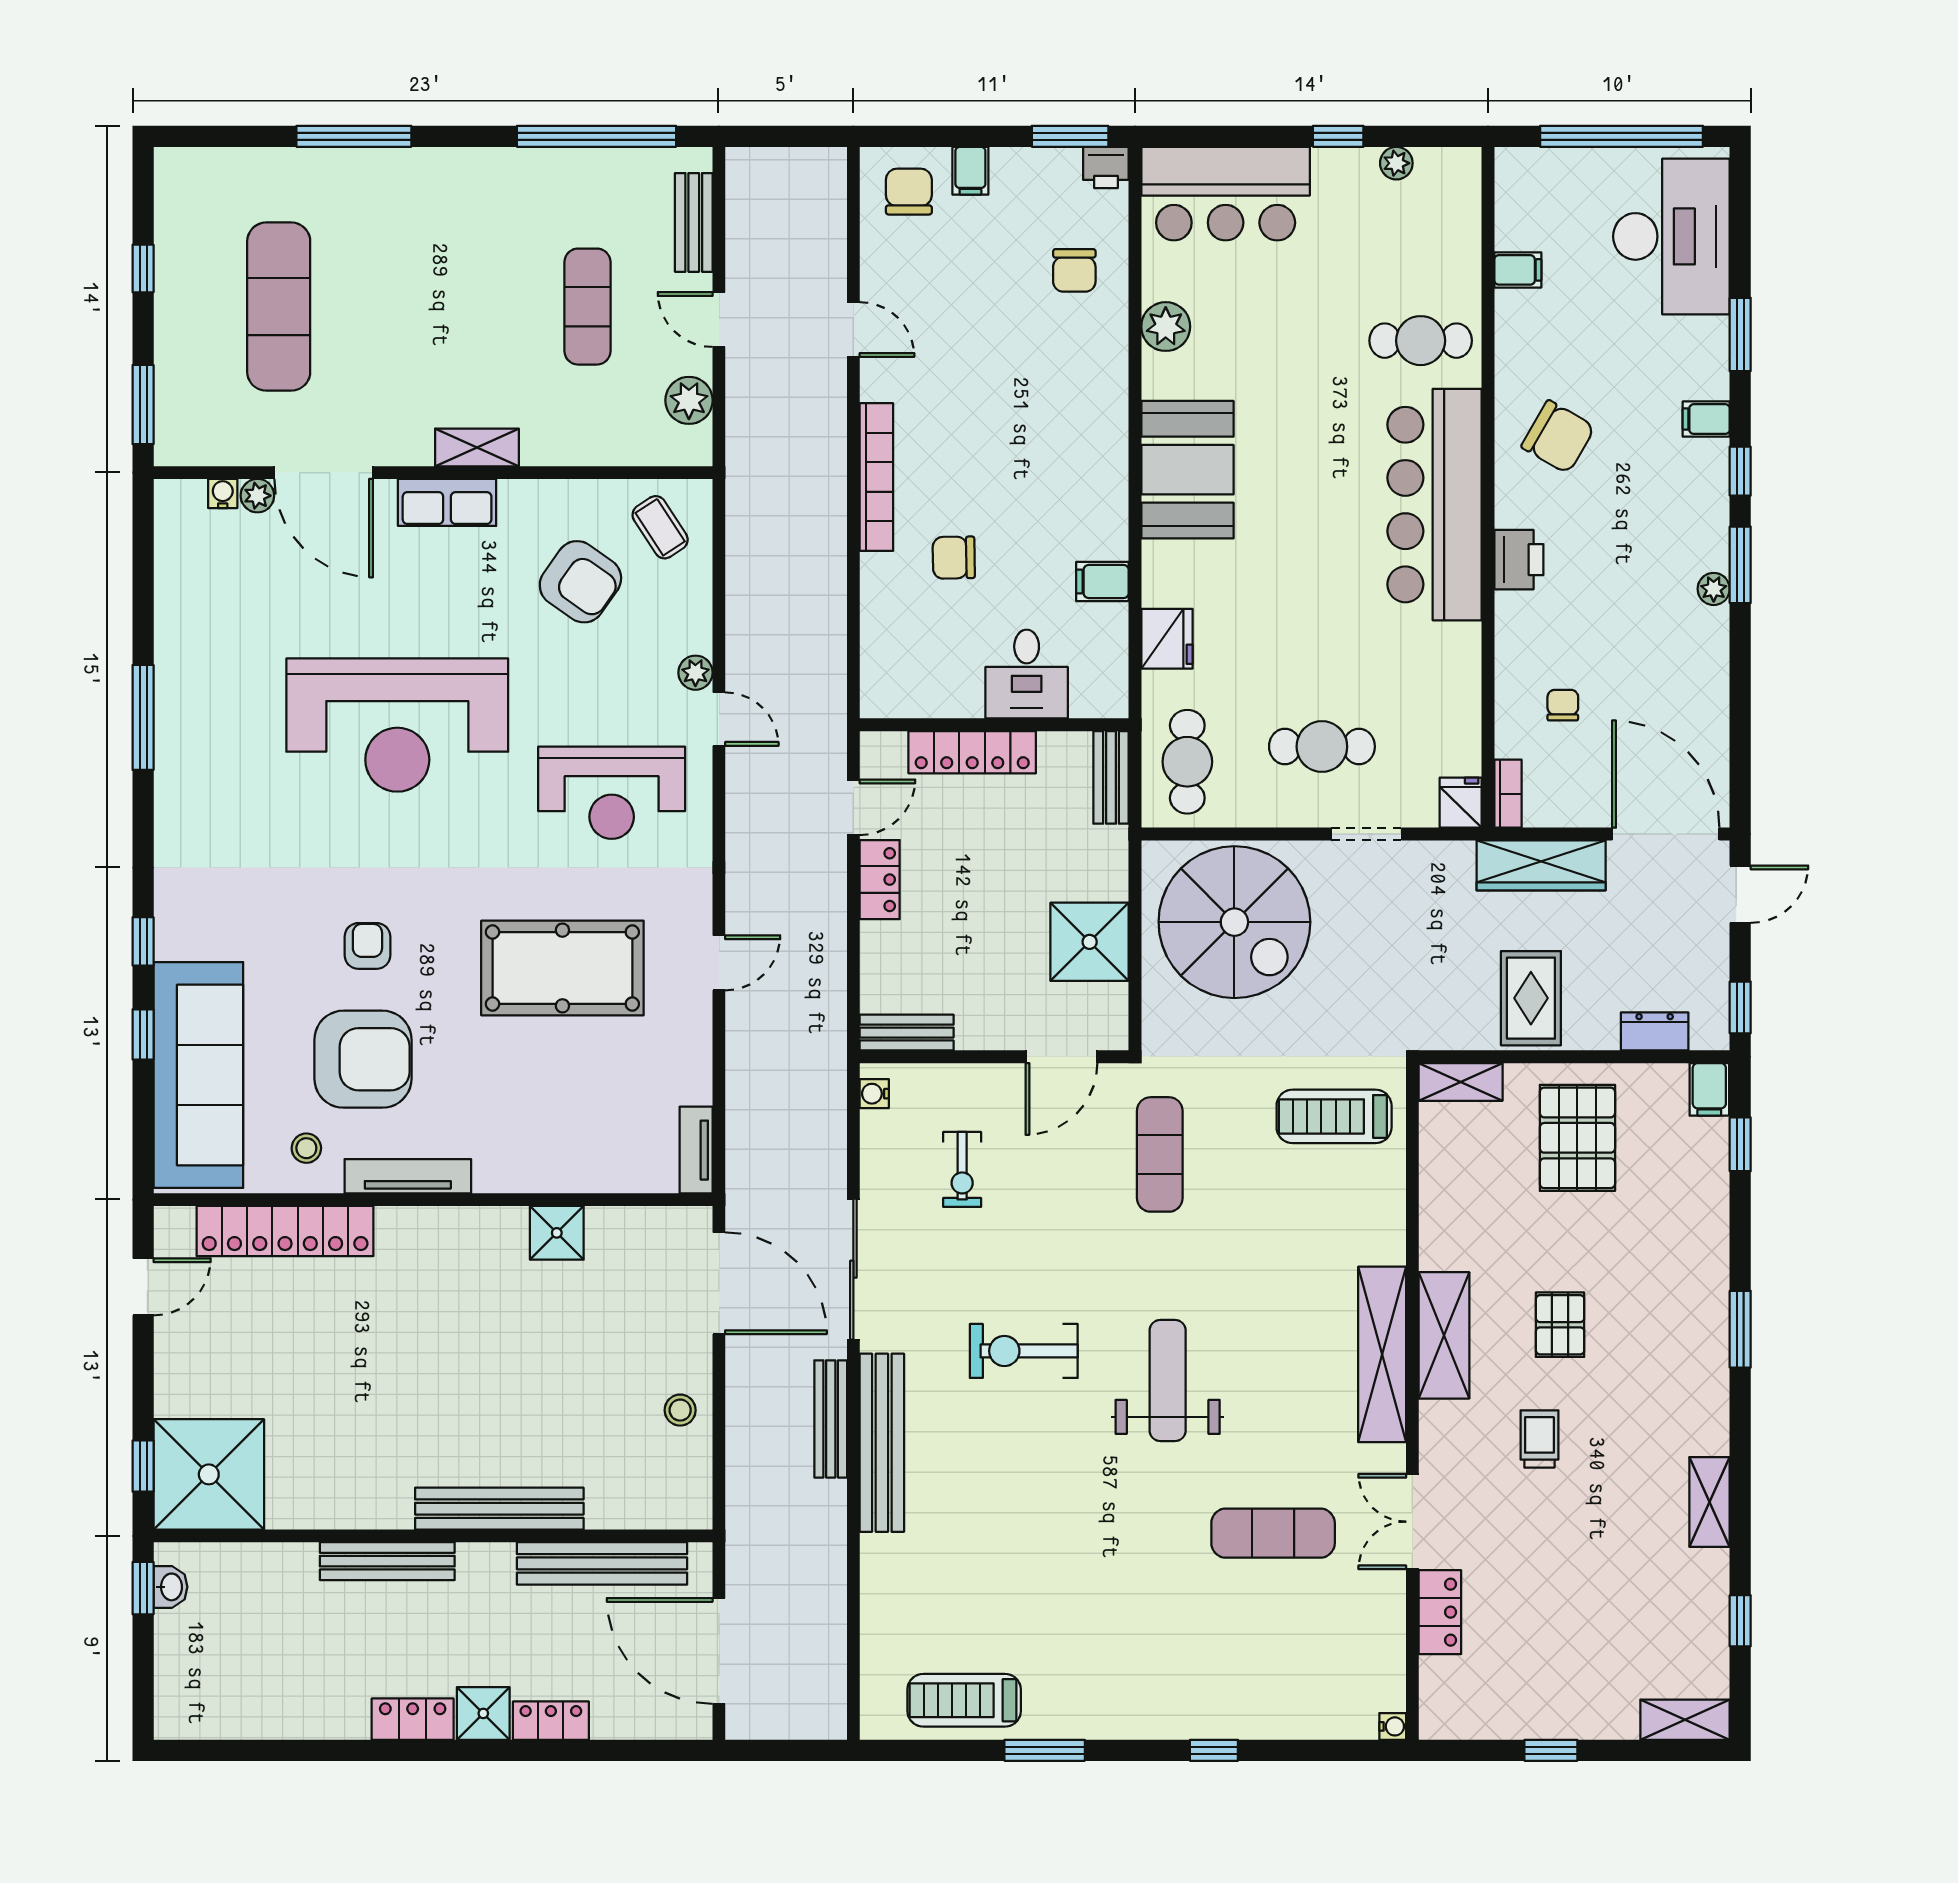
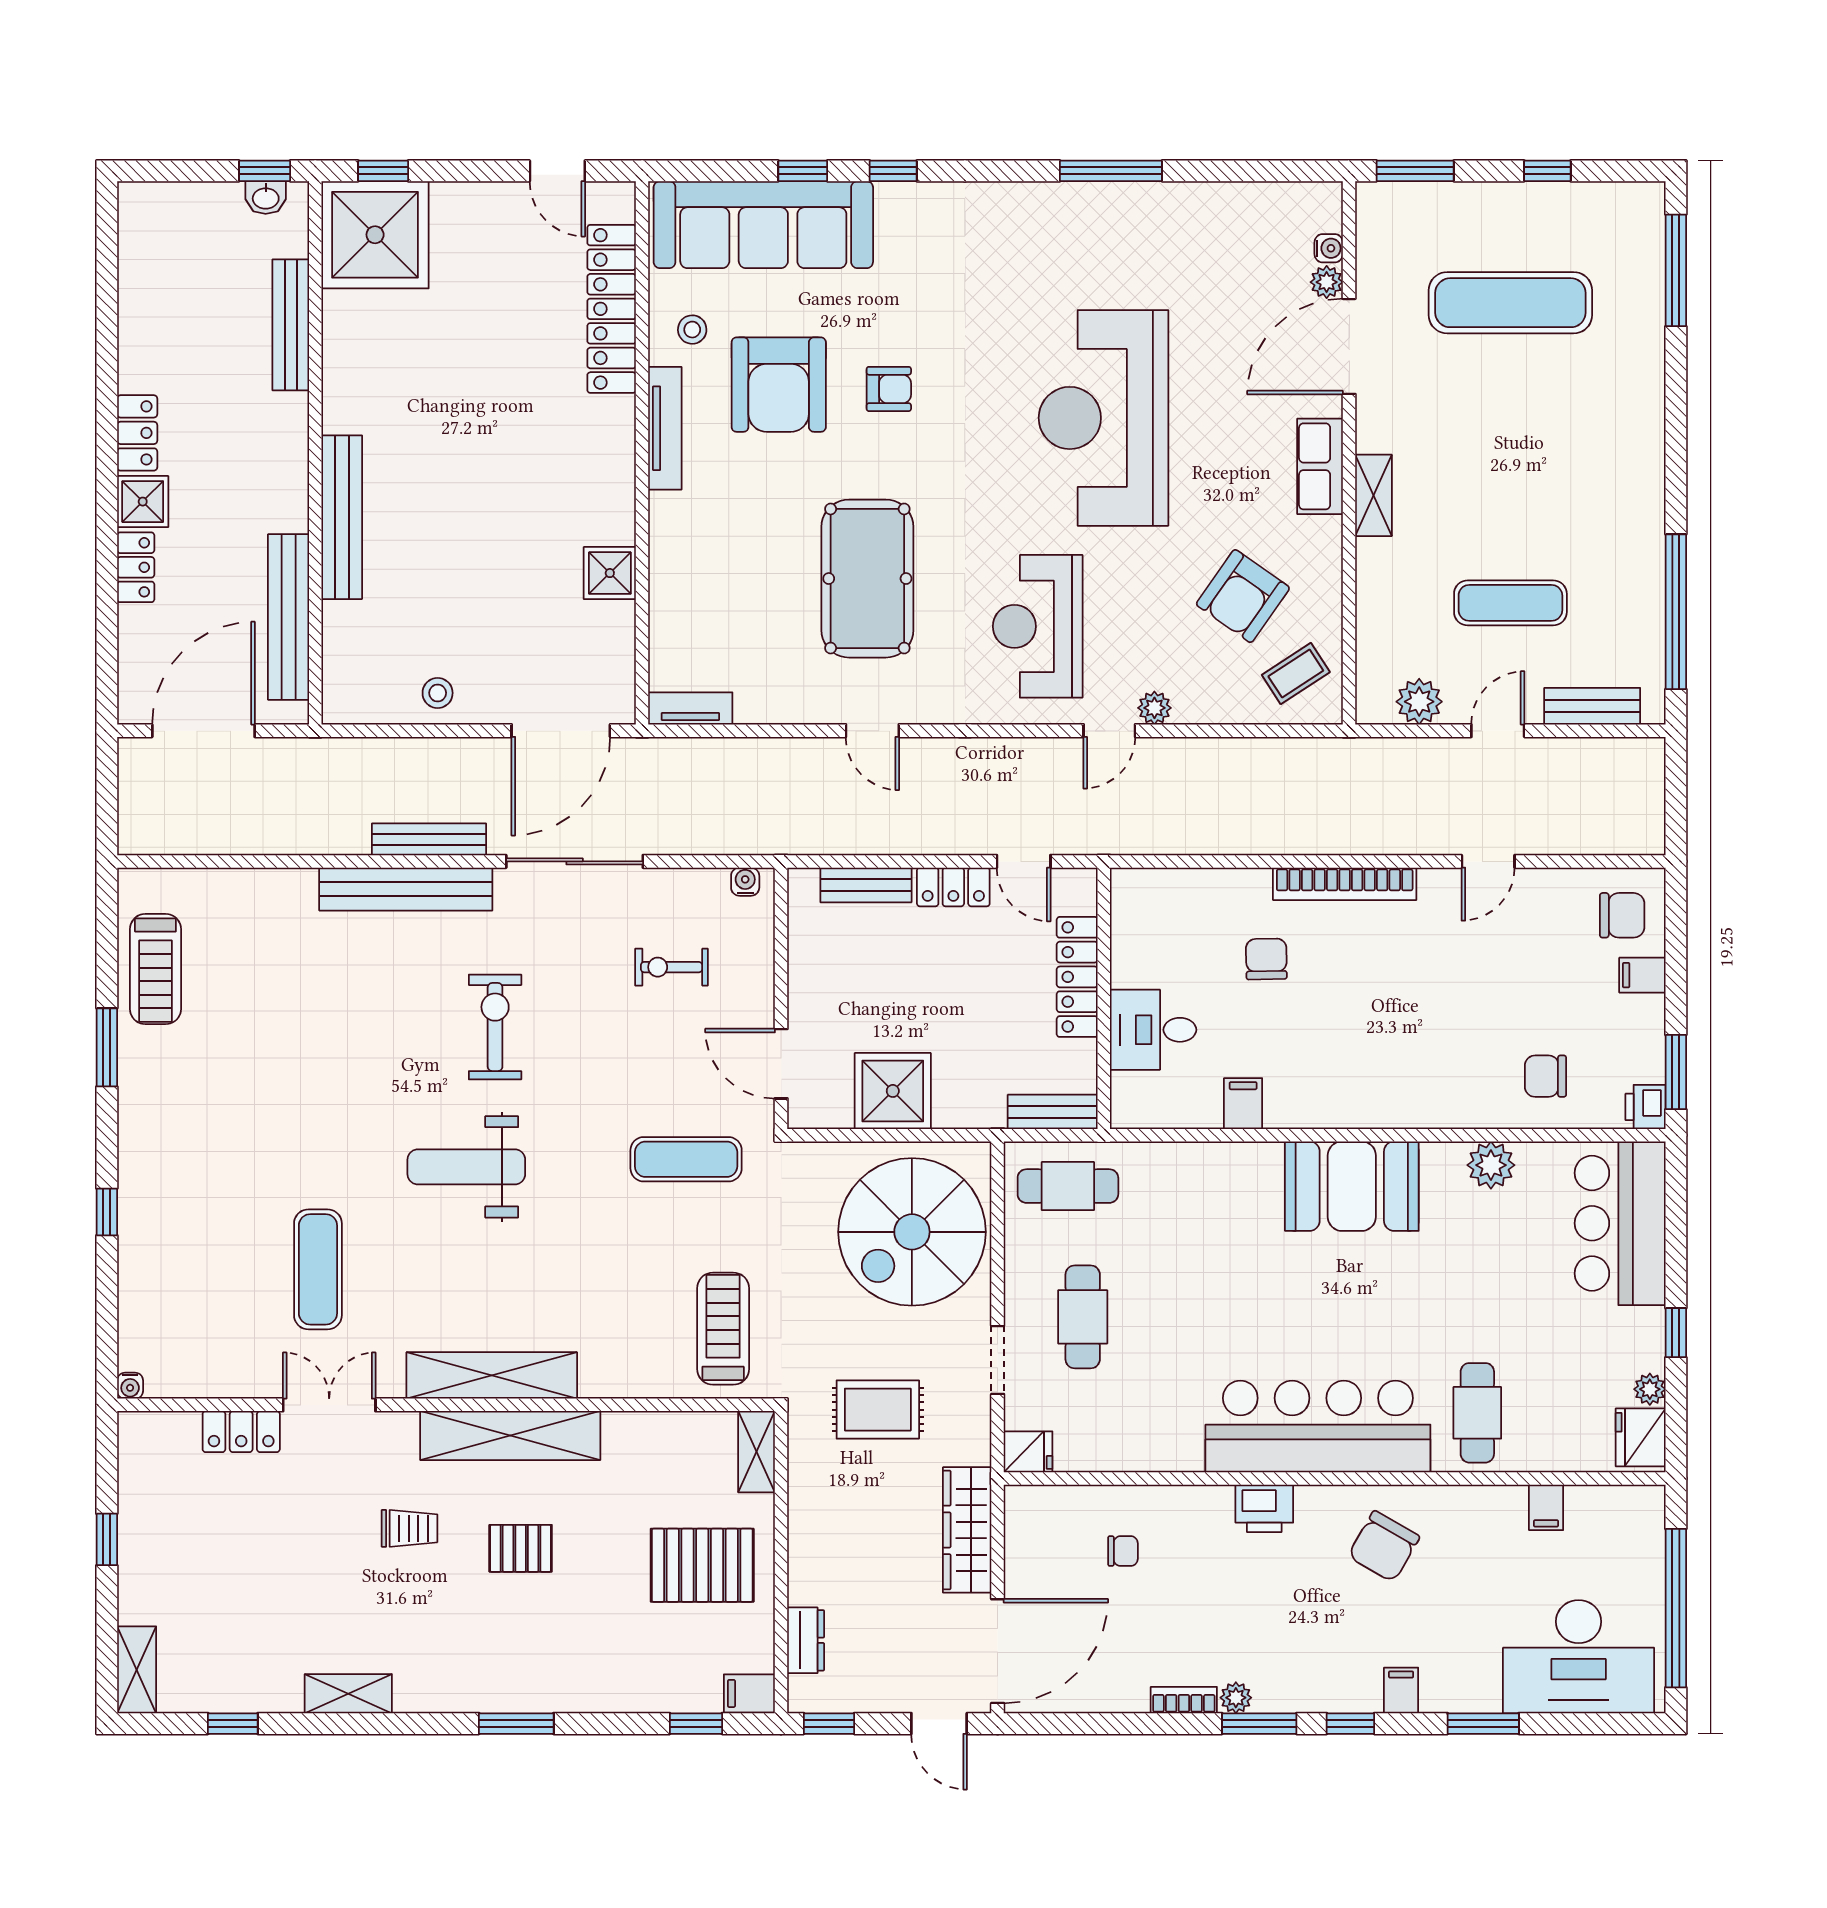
window: (354, 136) -> (1676, 270), moved
fridge: (1167, 639) -> (1641, 1437), moved, turned 90
bookcase: (1508, 794) -> (1184, 1700), moved, turned 180
rug: (1531, 998) -> (878, 1410), moved
bench: (907, 1033) -> (866, 885), moved, turned 90
shelving: (1444, 1335) -> (510, 1436), width x1.47
weight bench: (1168, 1380) -> (466, 1167), turned 180
bench: (387, 1561) -> (291, 325), moved
treadmill: (964, 1700) -> (155, 969), turned 180

